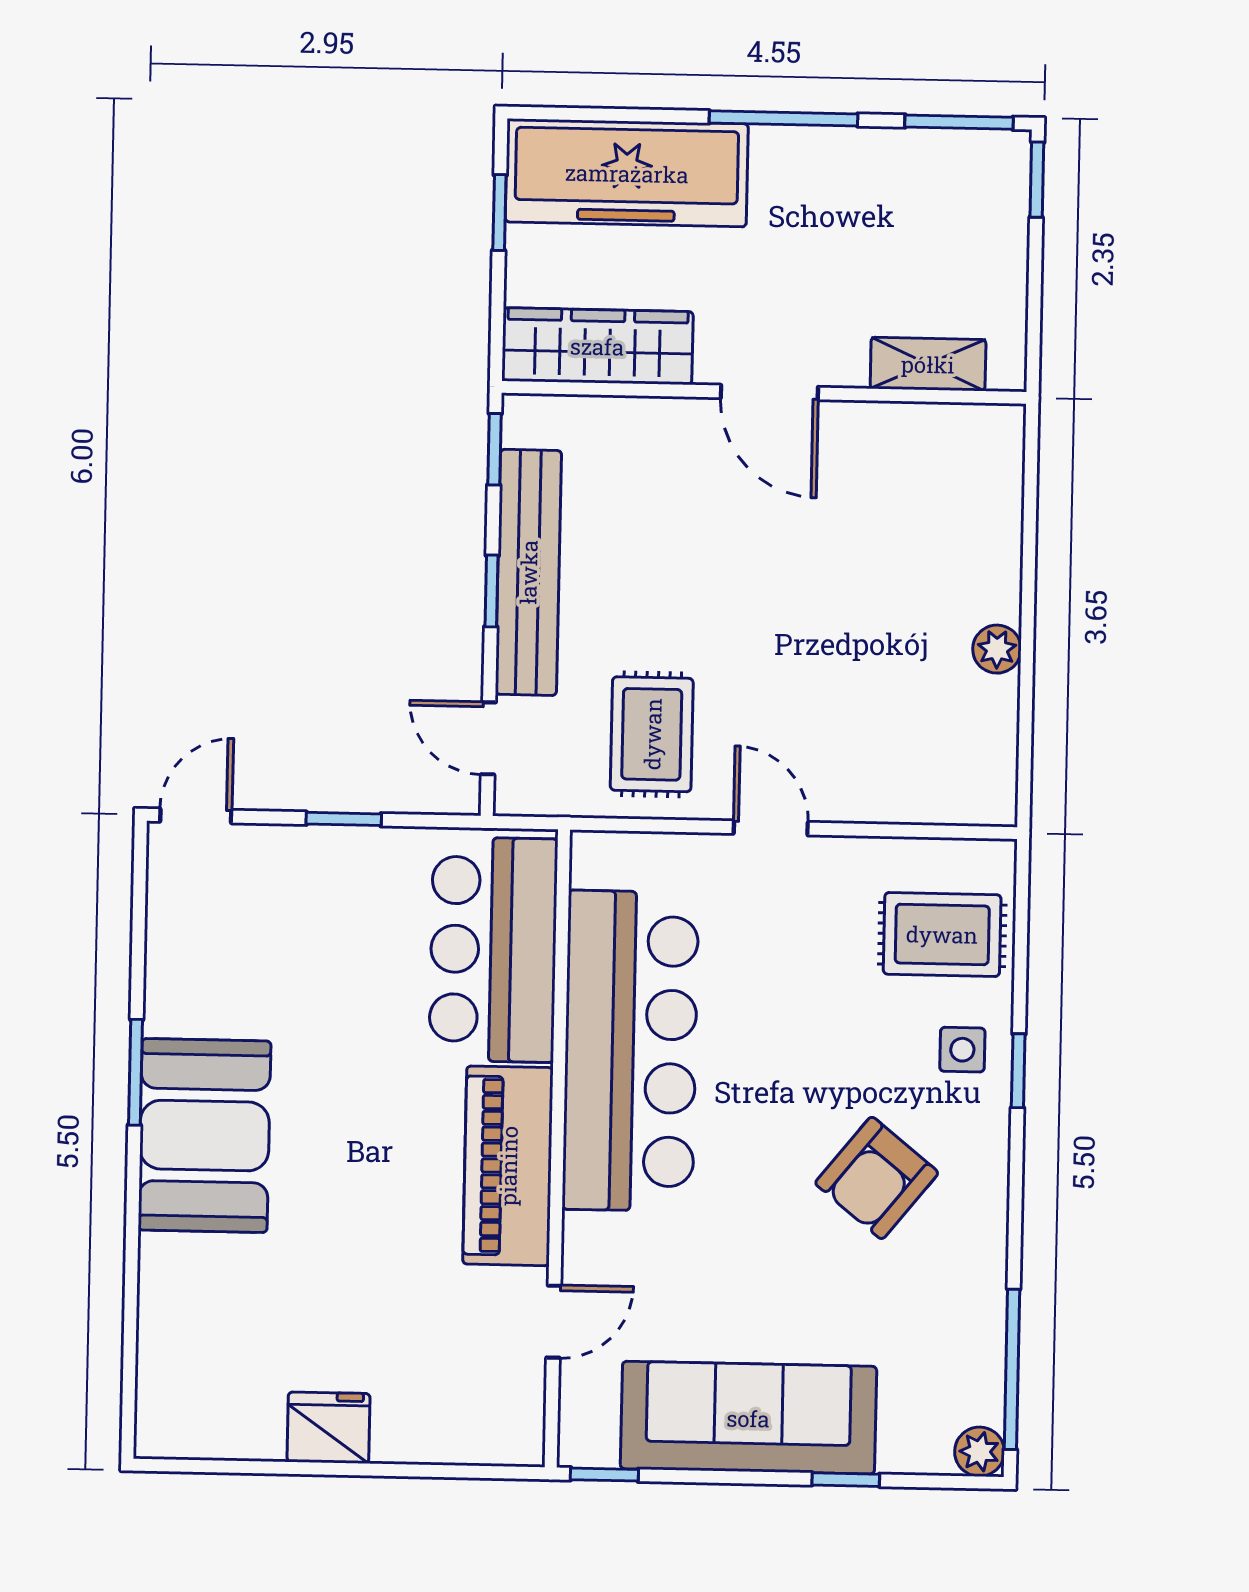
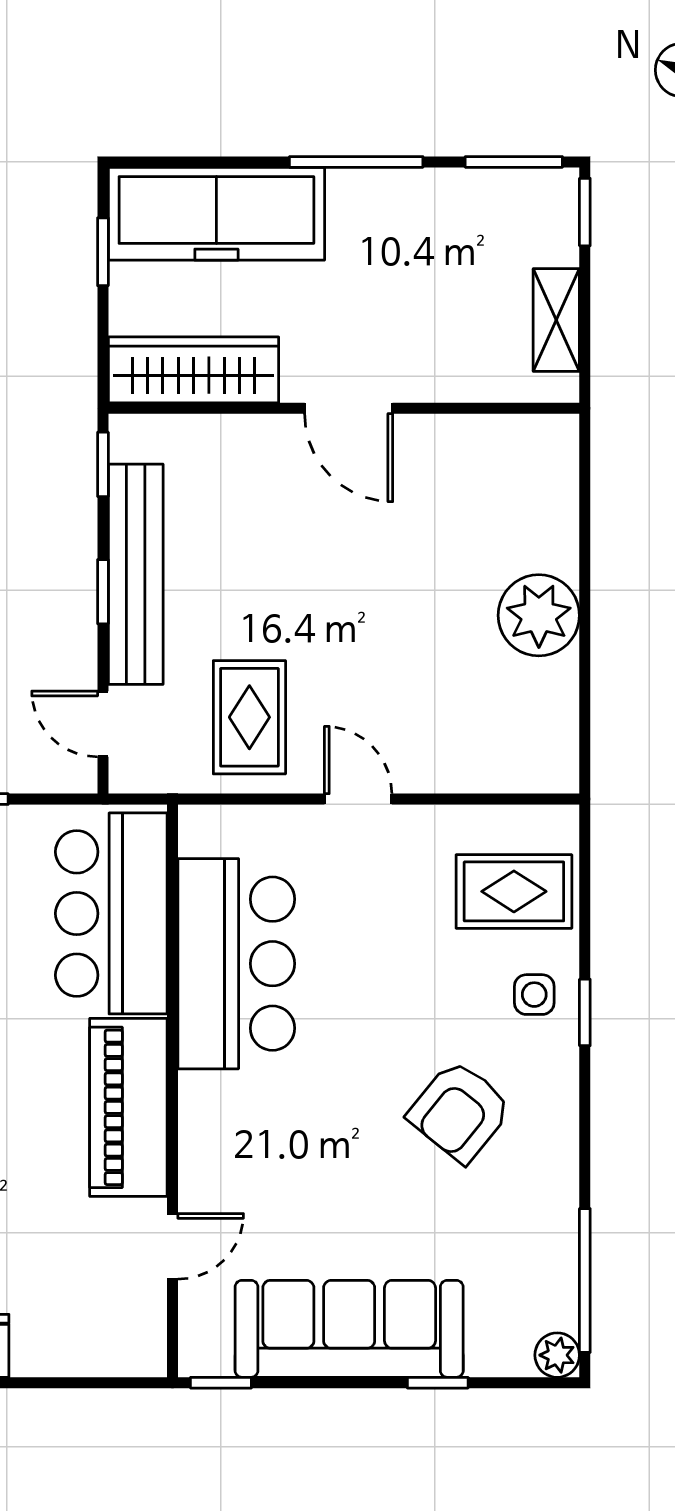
shelving: (928, 364) -> (556, 320), moved, turned 90
plant: (997, 649) -> (539, 615), width x1.87, depth x1.87
bar counter: (630, 1051) -> (236, 964), width x0.73

